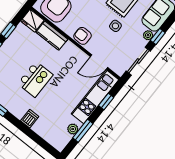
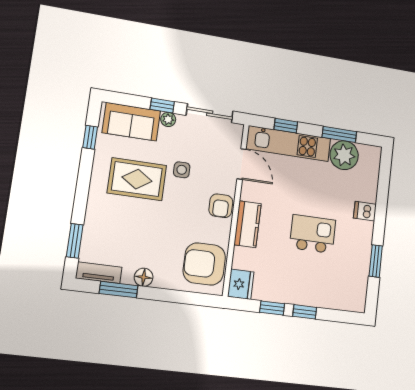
kitchen counter: (52, 36) -> (247, 224), moved
plant: (73, 129) -> (344, 155), width x1.88, depth x1.88

